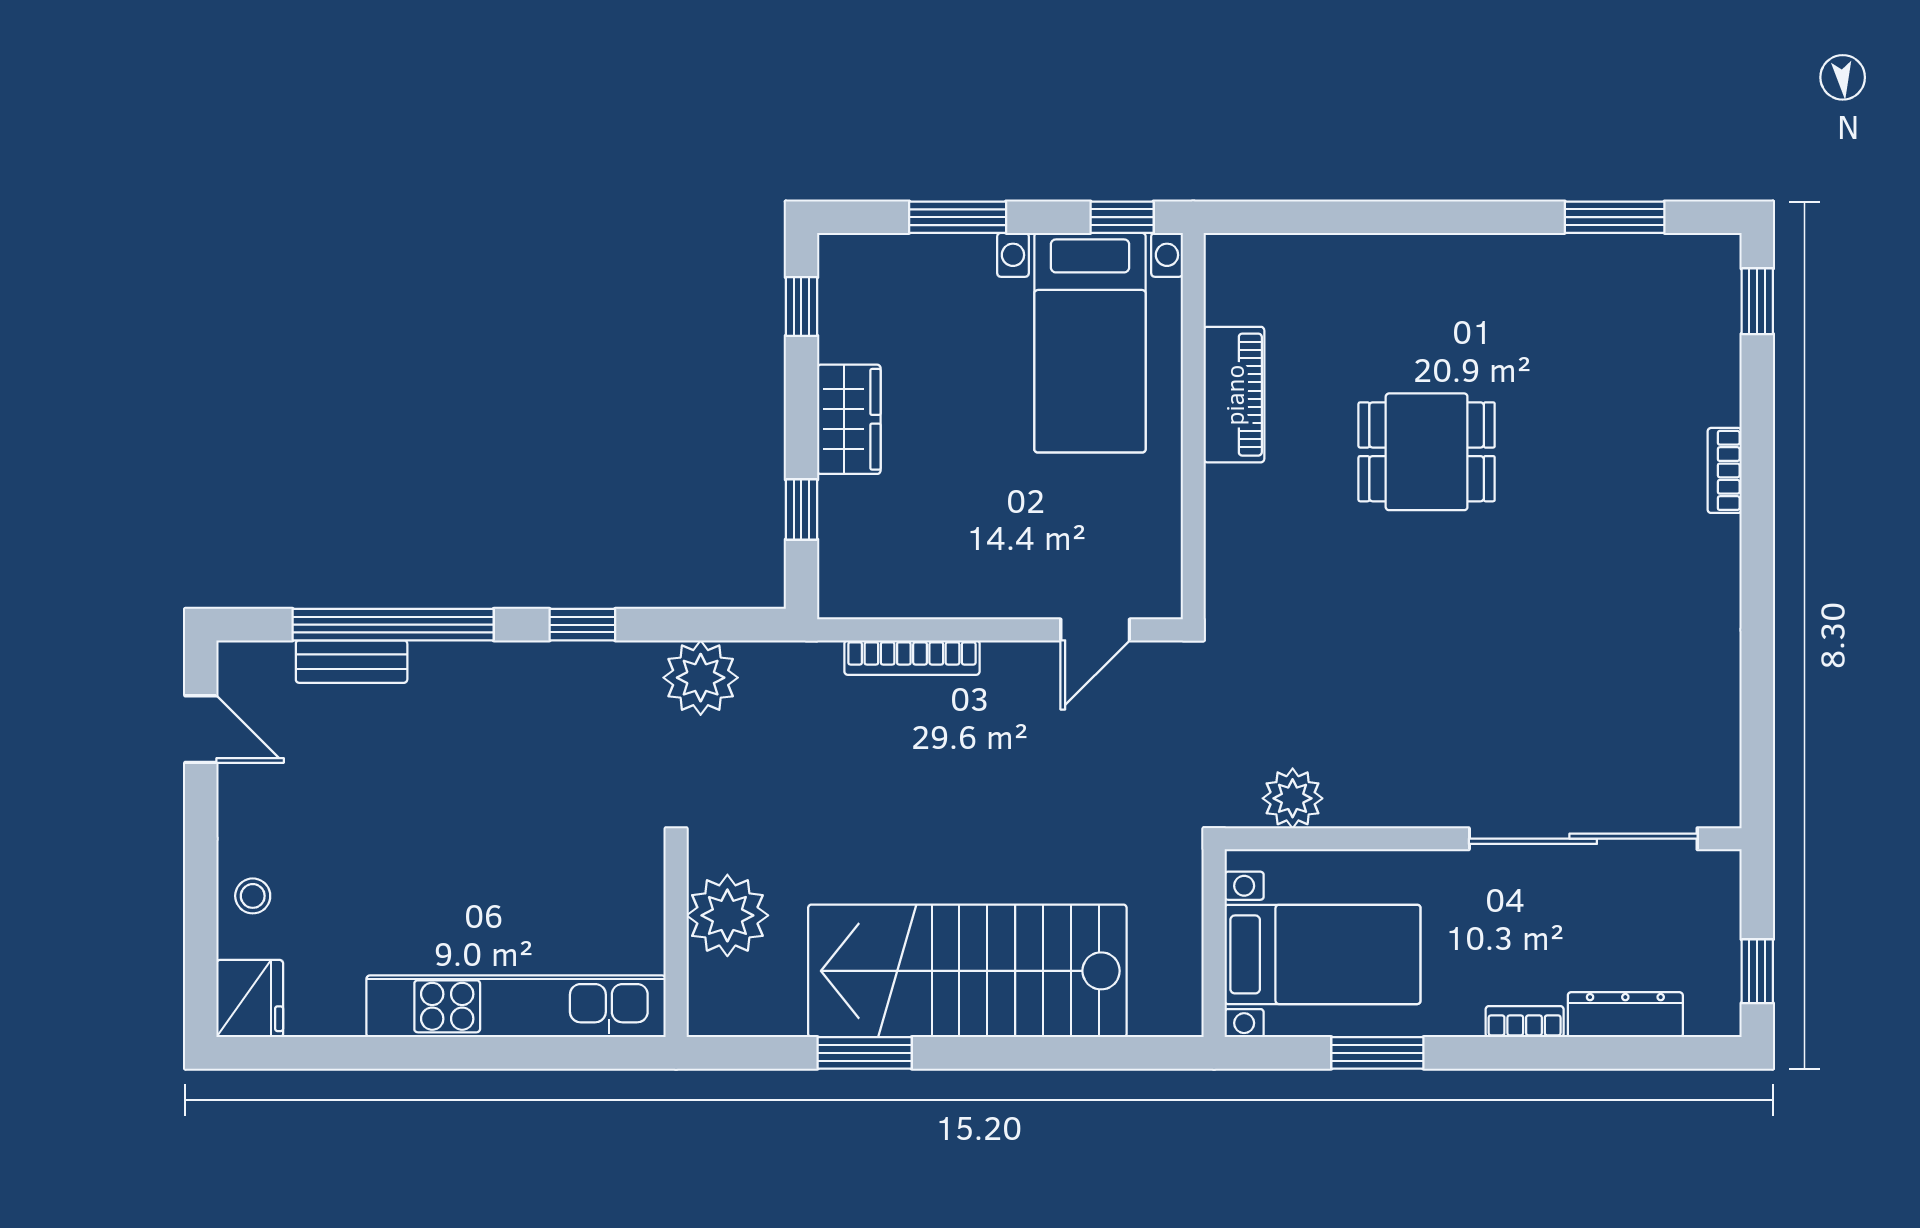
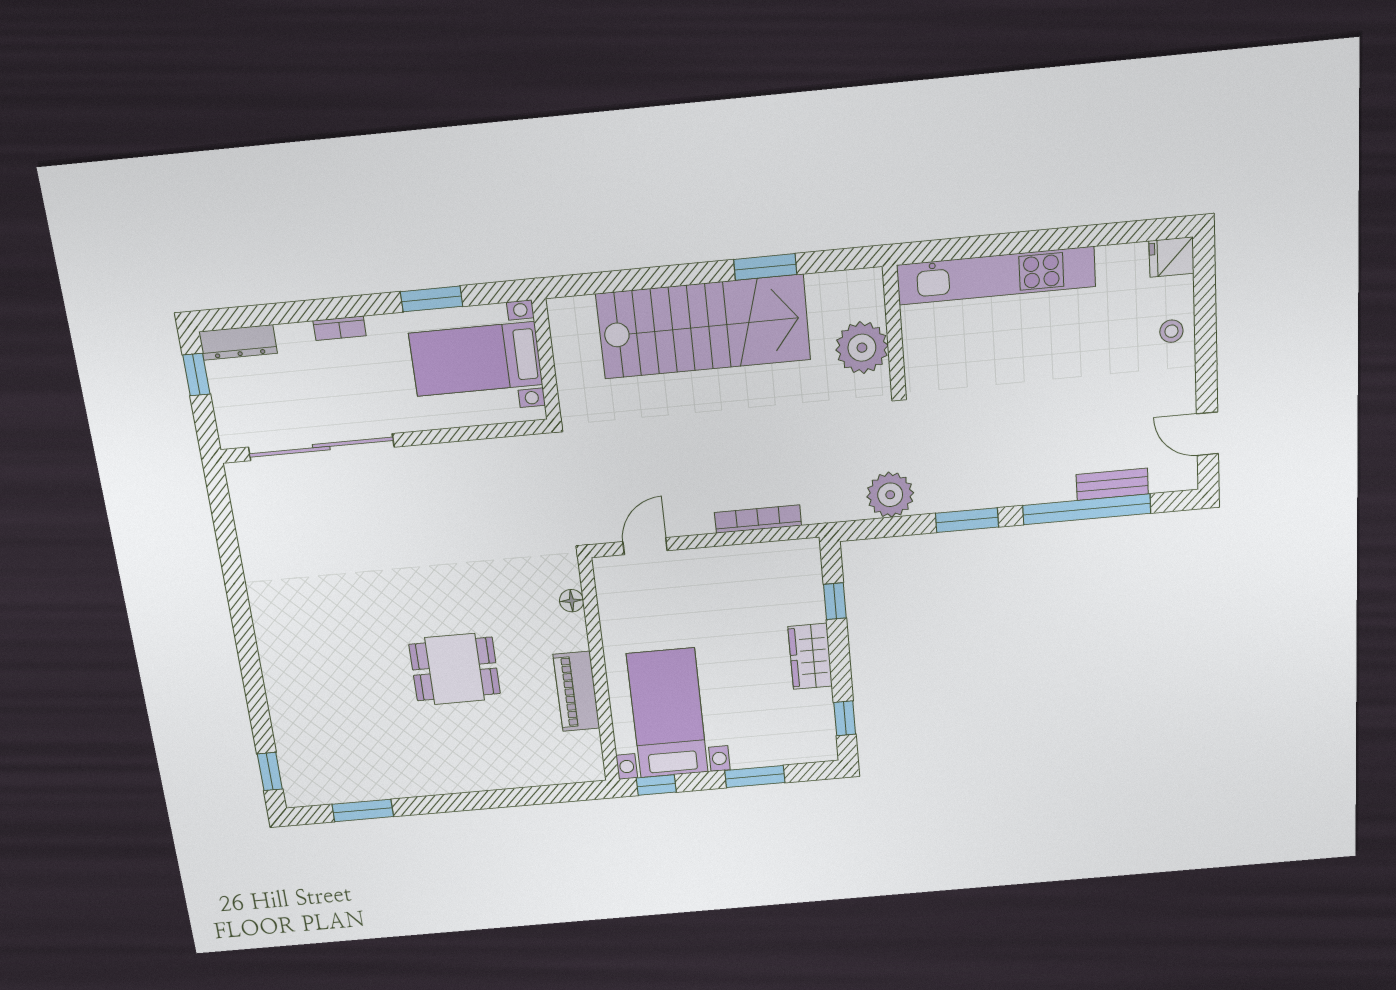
bookcase: (1725, 470) -> (272, 674), removed
floor lamp: (1223, 550) -> (572, 601), added
window: (582, 625) -> (967, 520), width x1.50
plant: (1293, 798) -> (508, 455), removed
fridge: (250, 999) -> (1171, 257), width x0.72
dresser: (1625, 1015) -> (238, 342), moved

